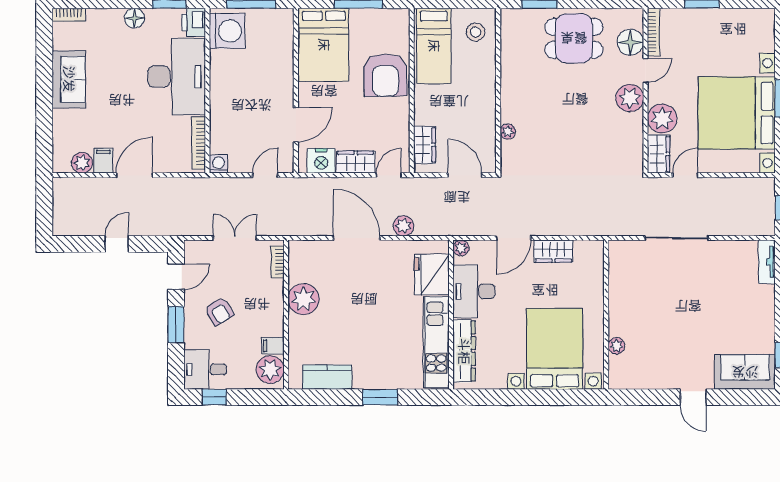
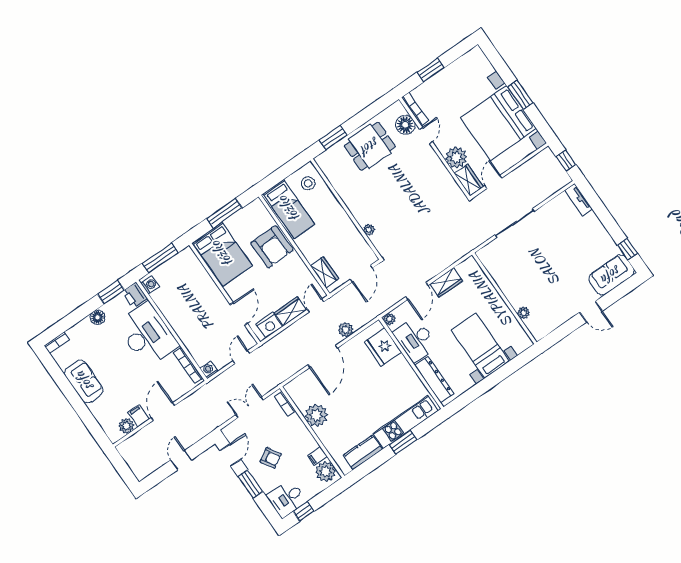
washing machine: (227, 31) -> (150, 285), width x0.53, depth x0.53
plant: (630, 98) -> (428, 159), removed
door: (465, 175) -> (361, 274), swing flipped
door: (357, 238) -> (323, 357), swing flipped
kitchen unit: (436, 342) -> (406, 422), moved, turned 90
bed with nightstands: (555, 349) -> (480, 346), width x0.73

